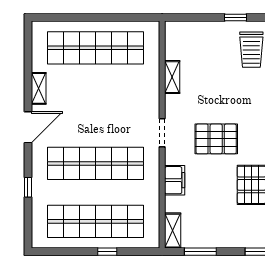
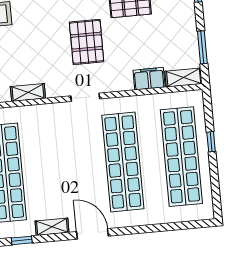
filing cabinet: (175, 180) -> (149, 79), moved
window: (28, 187) -> (22, 240), moved

